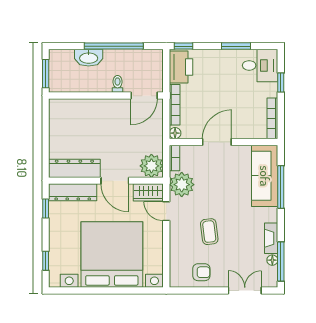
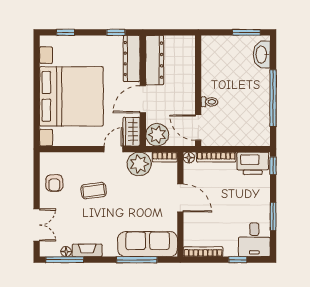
washbasin: (89, 58) -> (262, 55), moved
toilet: (118, 84) -> (209, 102), moved
wall: (106, 96) -> (198, 91), moved
door: (144, 96) -> (198, 128), moved

